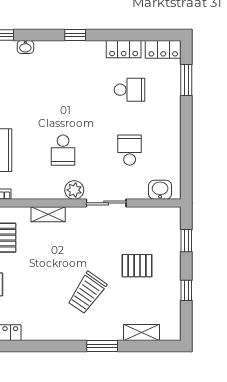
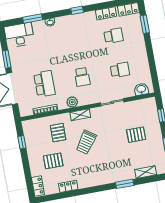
school desk: (130, 150) -> (120, 70), turned 90
plant: (74, 190) -> (72, 102), moved
trolley: (87, 293) -> (86, 142), moved

